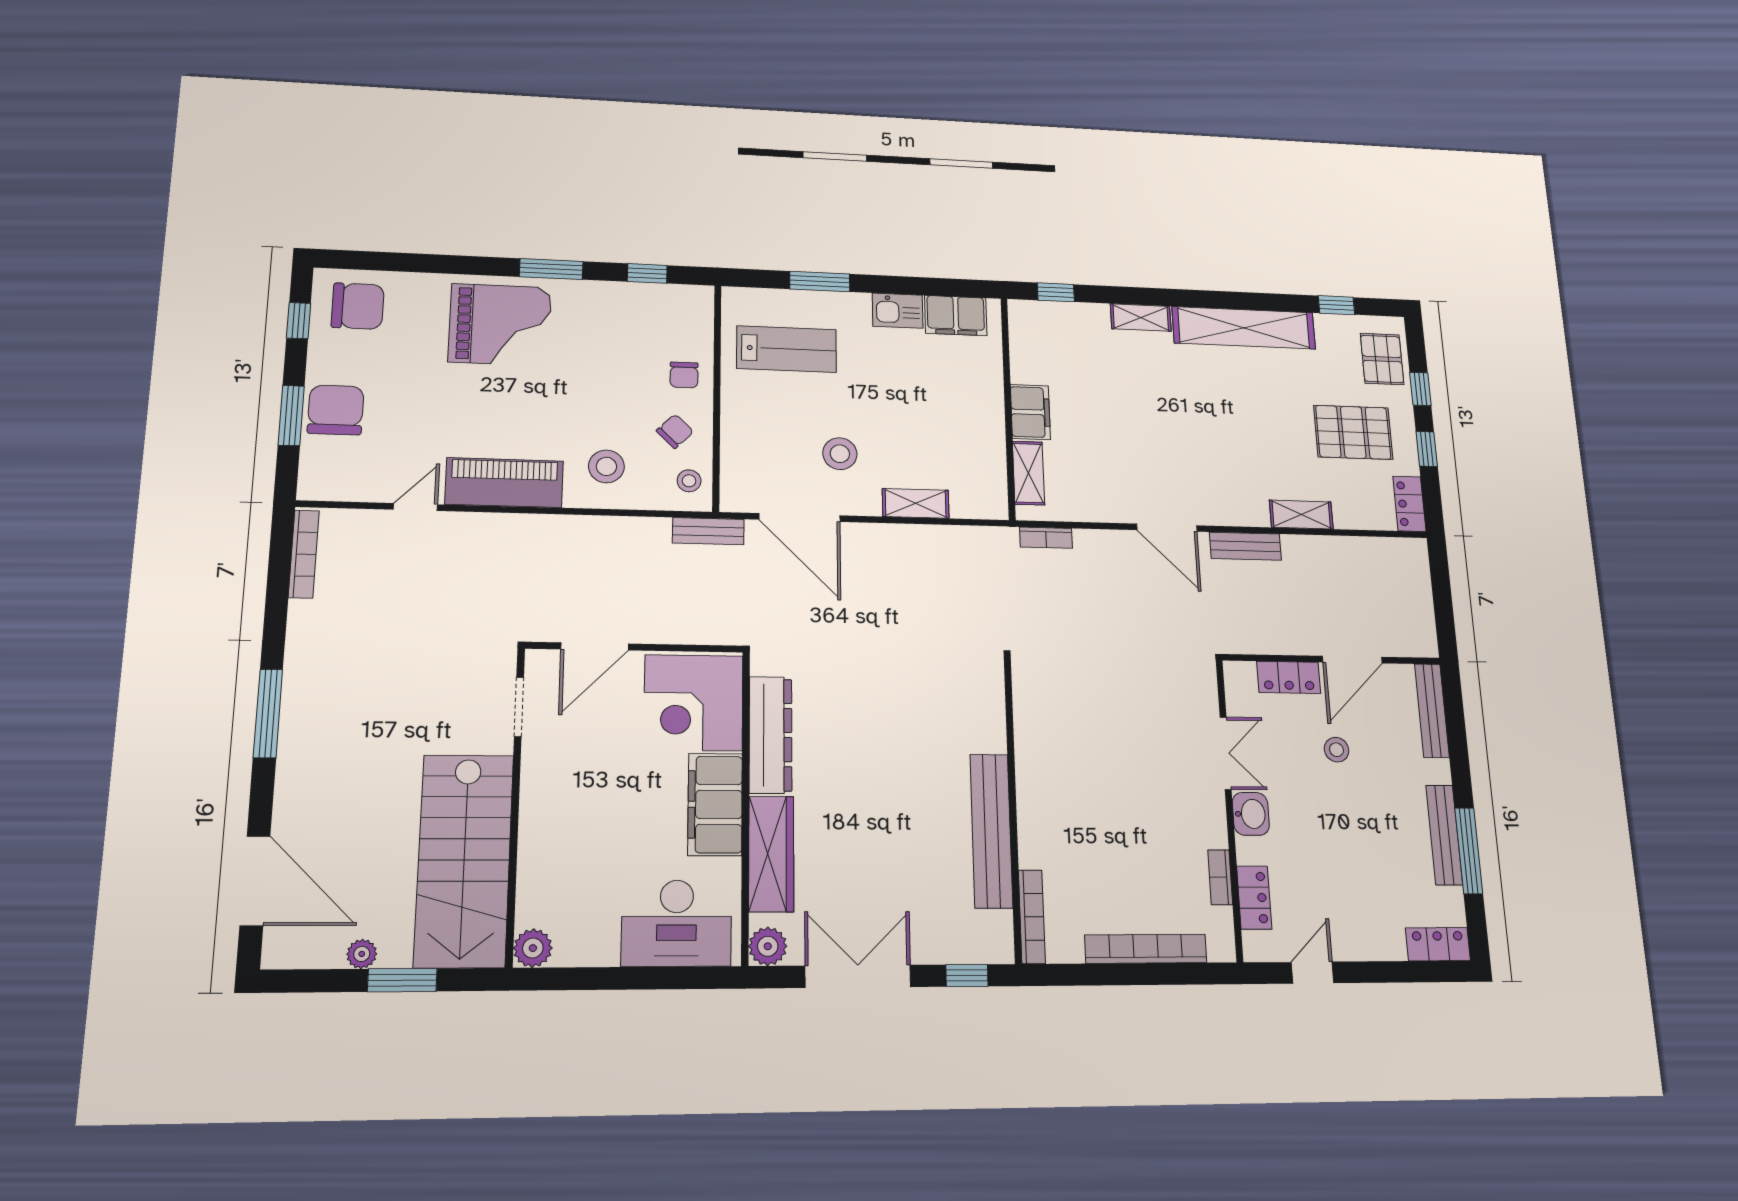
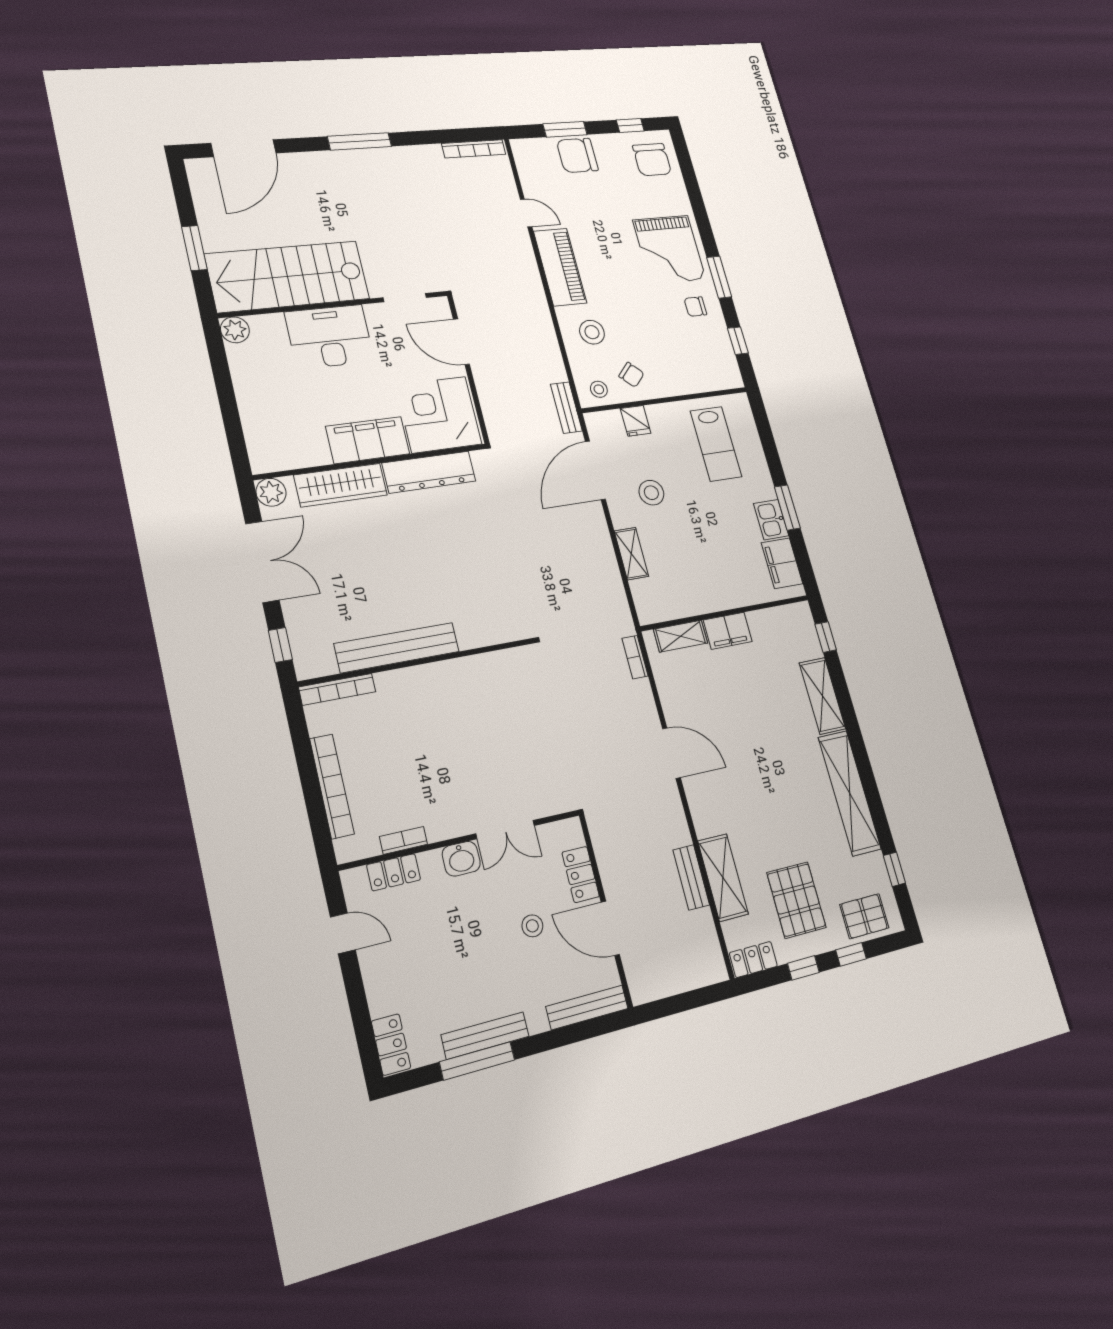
window: (820, 281) -> (787, 508), moved
shelving: (1141, 317) -> (822, 696), width x1.50, depth x1.33
chair: (684, 375) -> (695, 307), moved
chair: (336, 410) -> (577, 155), turned 180
fridge: (740, 445) -> (636, 421), added
shelving: (1301, 515) -> (723, 877), width x1.50, depth x1.33
door: (1167, 528) -> (671, 753), swing flipped
bench: (1245, 546) -> (691, 877), moved
desk: (677, 923) -> (330, 337), moved, turned 90
plant: (362, 954) -> (207, 220), removed

